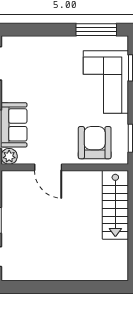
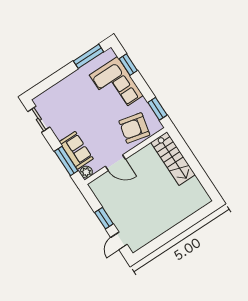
armchair: (95, 143) -> (134, 128), turned -77

